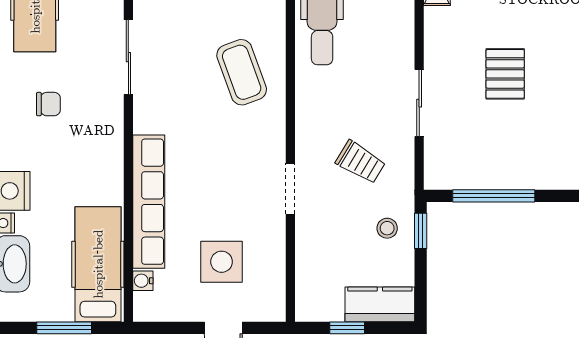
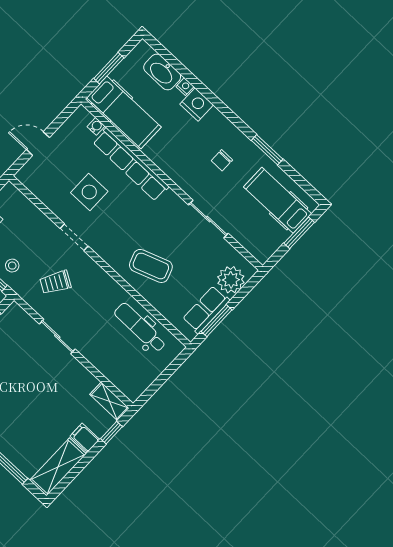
pallet: (505, 74) -> (33, 390), removed
side table: (222, 262) -> (89, 192), moved

